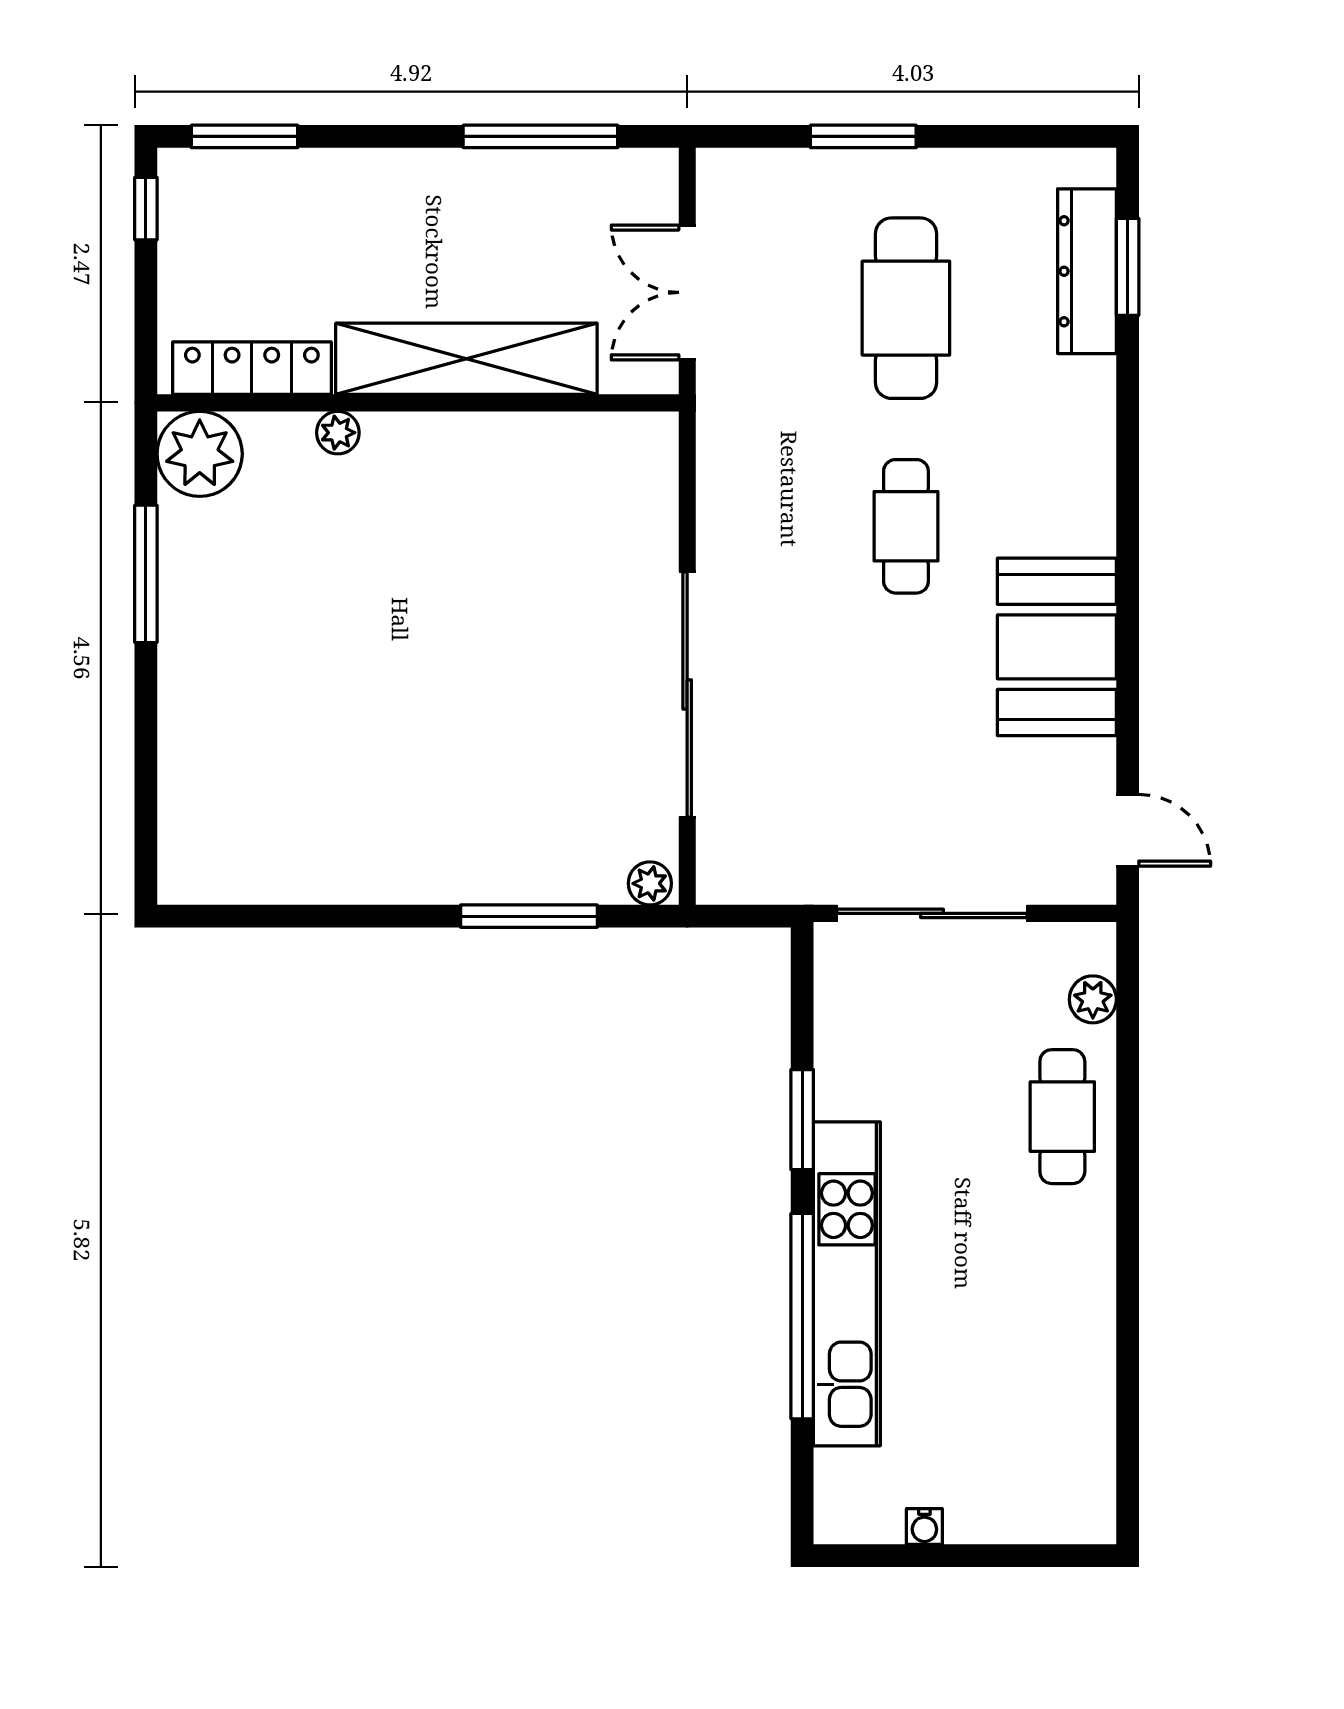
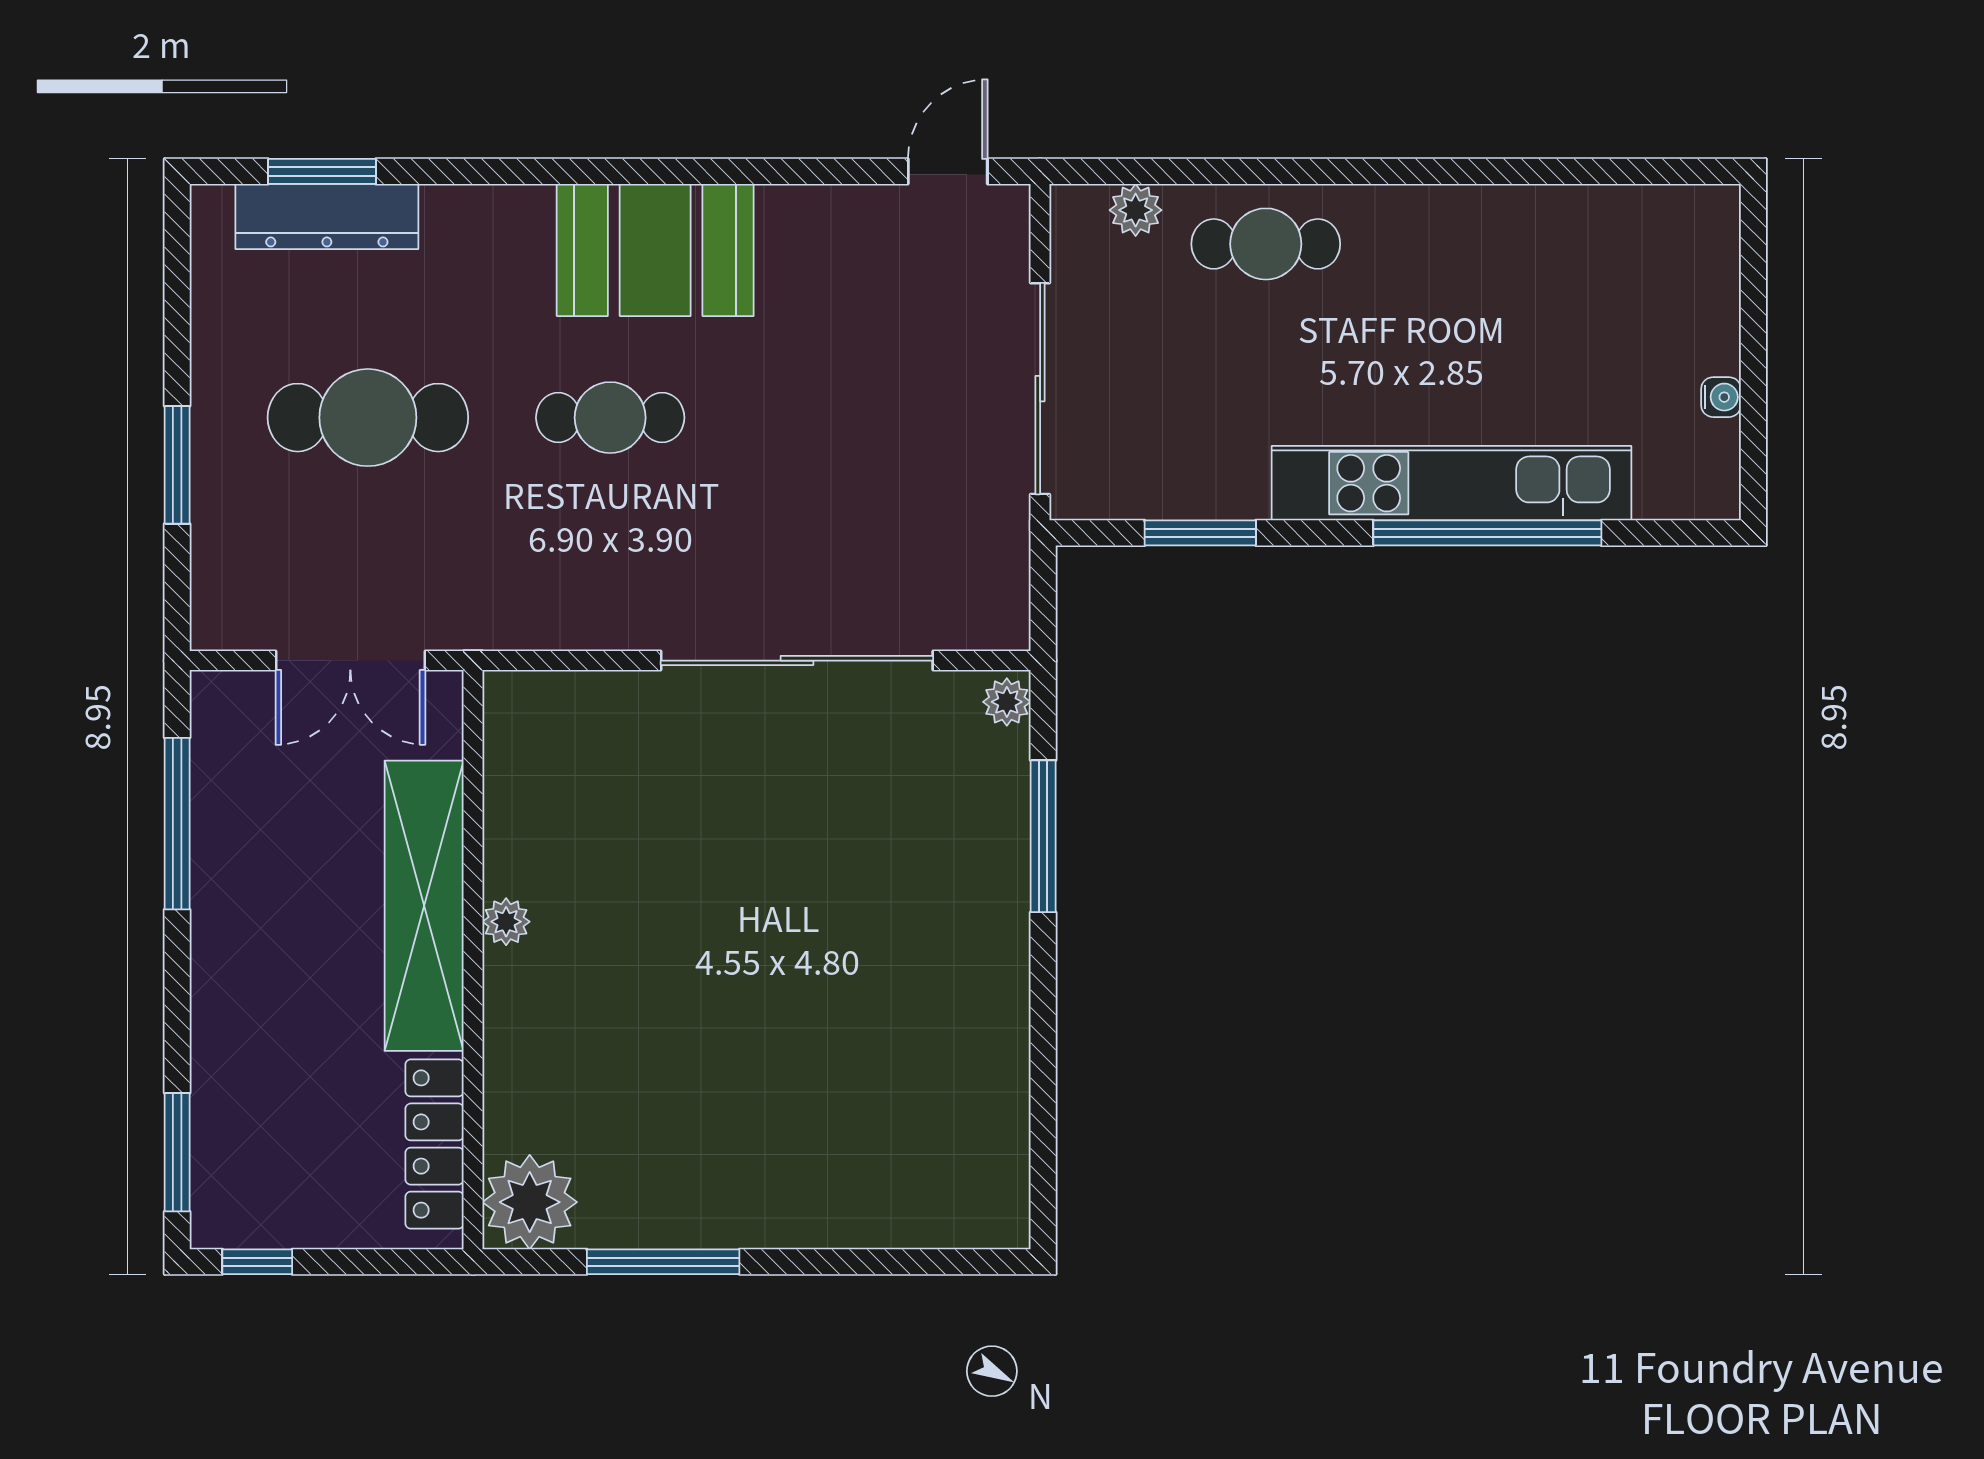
plant: (338, 433) -> (506, 922), moved
booth: (1057, 647) -> (655, 250), moved
window: (802, 1120) -> (1200, 533), moved

